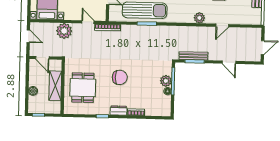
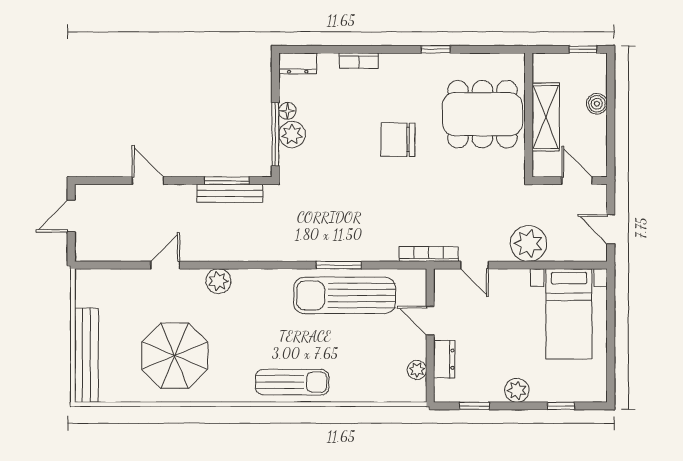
dining table: (83, 88) -> (482, 114), width x1.37
dresser: (119, 111) -> (298, 63), moved

